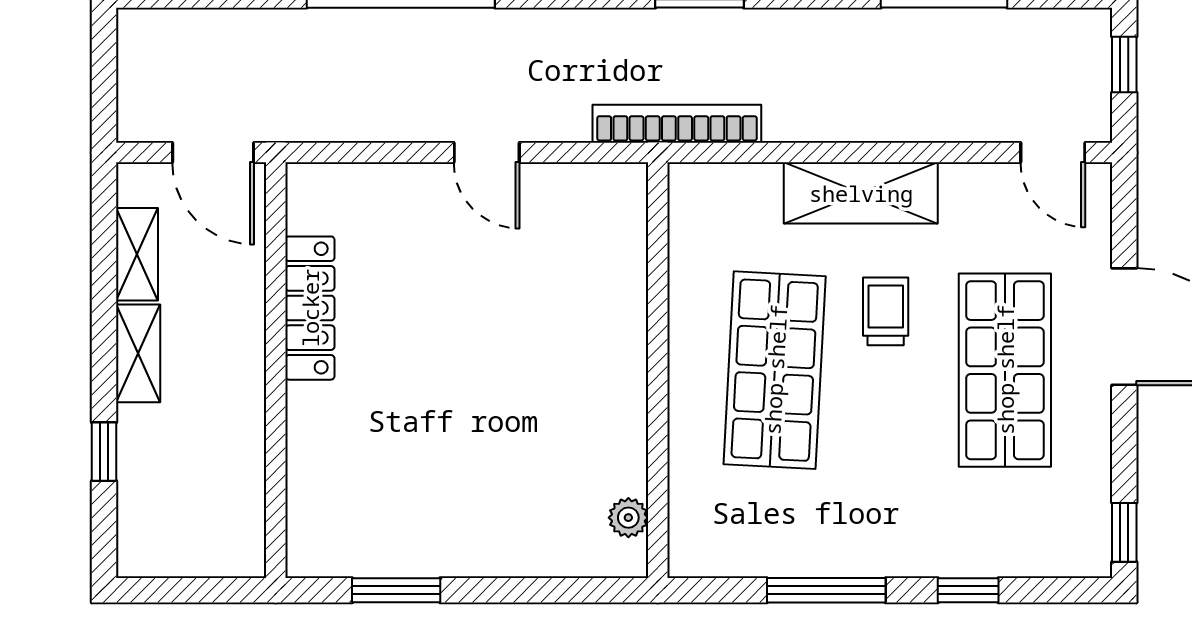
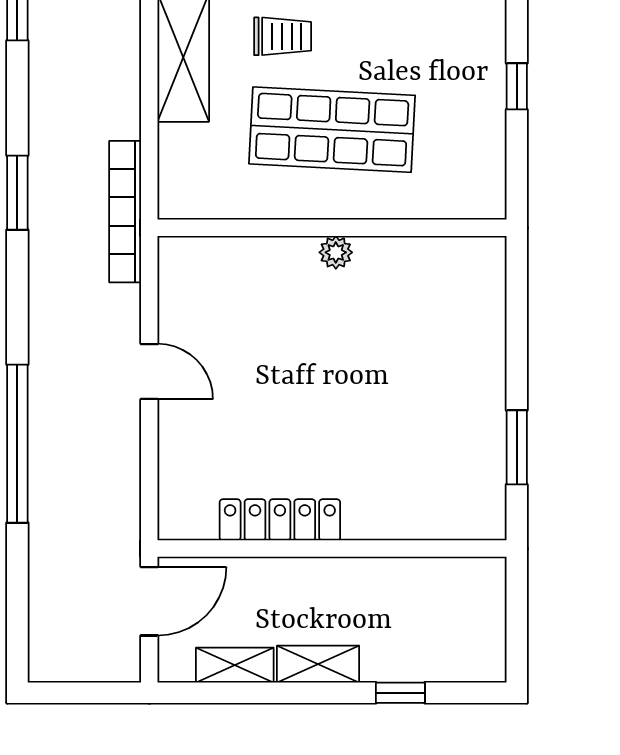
door: (487, 153) -> (149, 371), hinge flipped
trolley: (886, 311) -> (283, 36), turned 180
plant: (628, 518) -> (336, 252), moved
window: (826, 590) -> (517, 86), width x0.46

